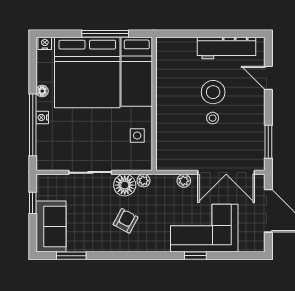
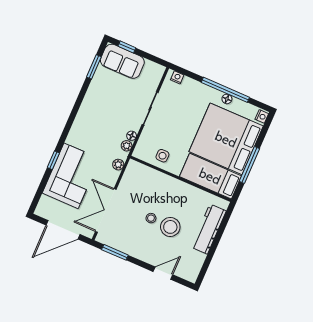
workbench: (226, 48) -> (209, 229), moved
nightstand: (42, 117) -> (177, 77), moved
window: (33, 125) -> (225, 90), moved
plant: (184, 181) -> (118, 165), moved
floor lamp: (125, 185) -> (132, 136), width x0.53, depth x0.53
window: (33, 203) -> (127, 47), moved
armchair: (126, 221) -> (102, 119), removed

